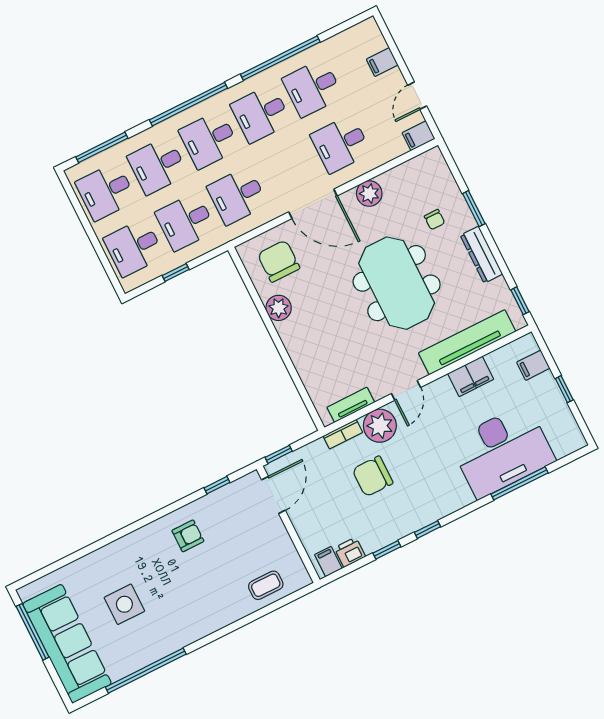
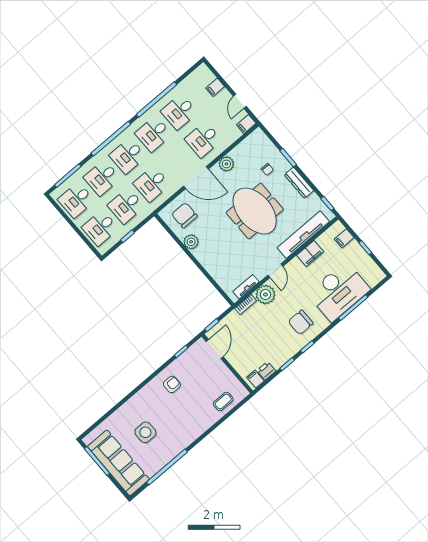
chair: (373, 476) -> (301, 322), moved

